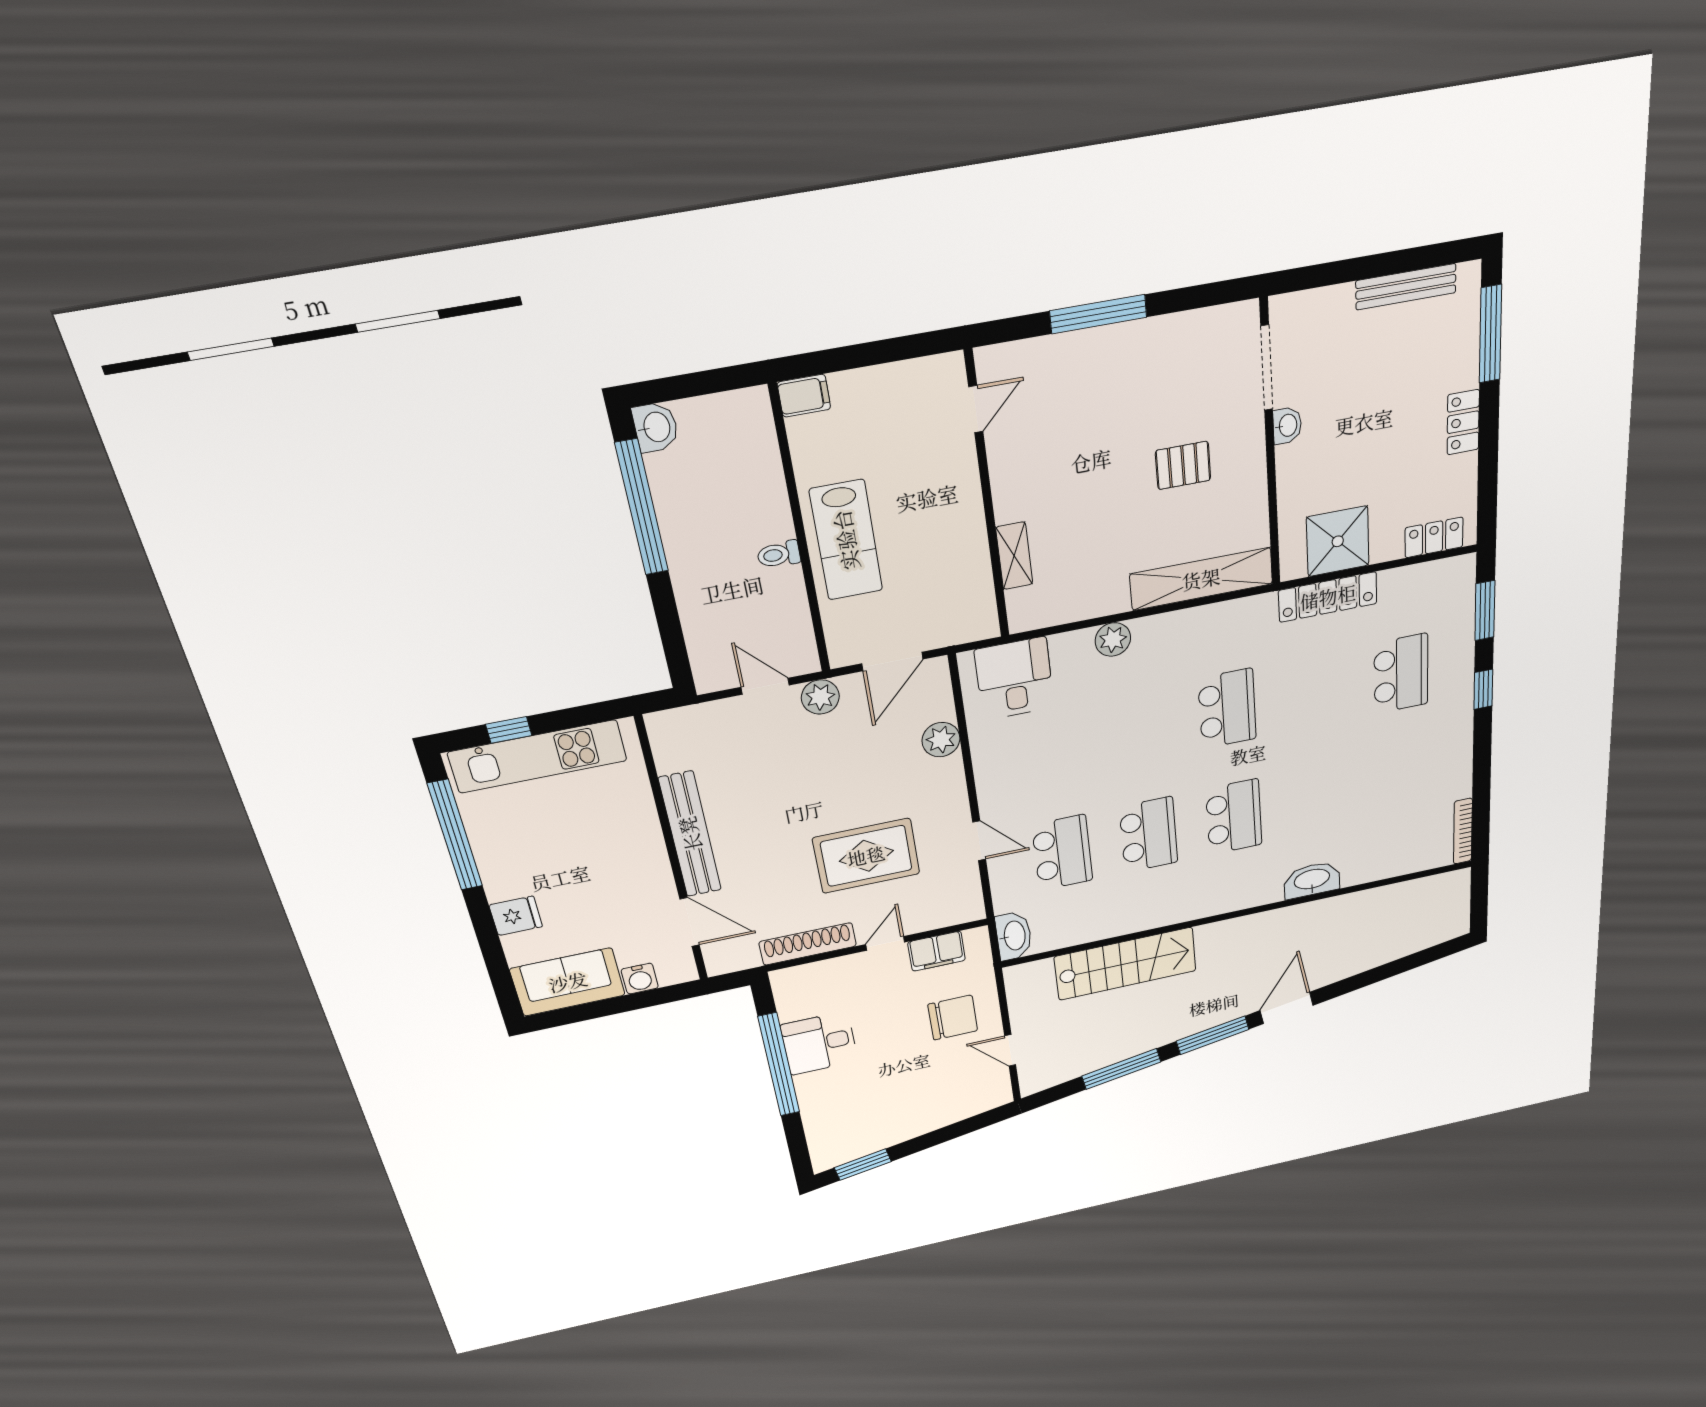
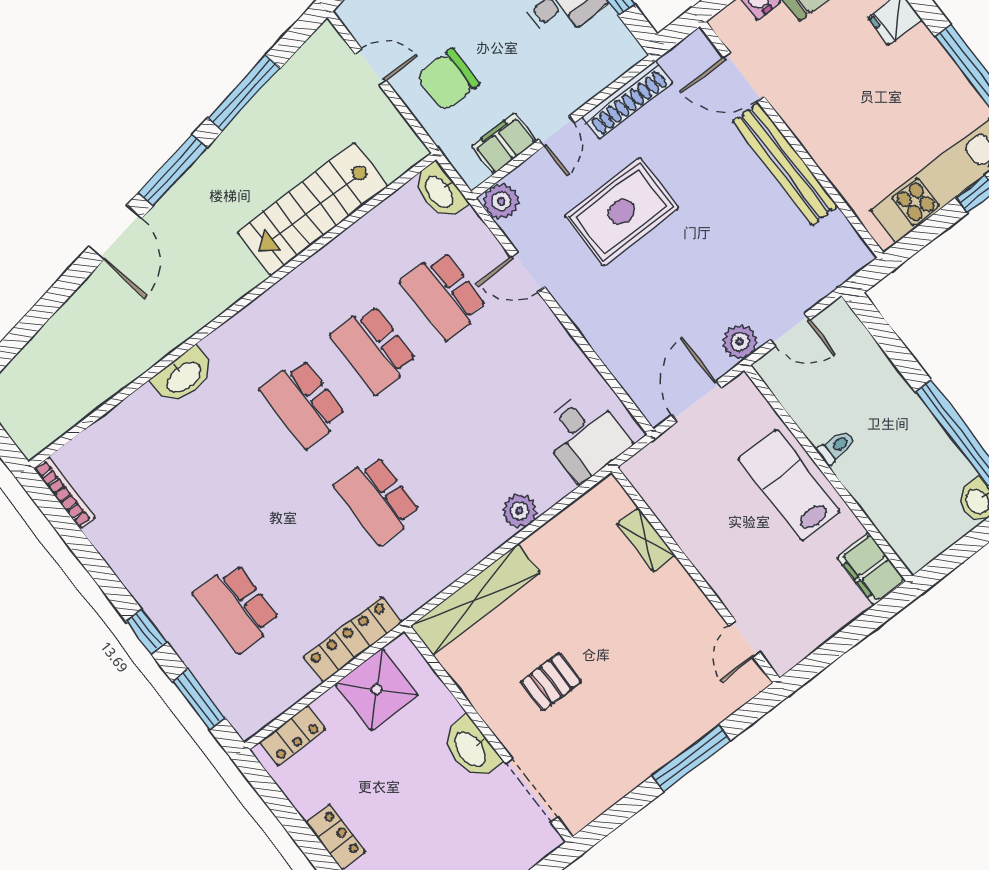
filing cabinet: (804, 396) -> (871, 569), width x2.00
washbasin: (1287, 425) -> (471, 749), width x1.91, depth x1.45
plant: (941, 740) -> (501, 201), moved

